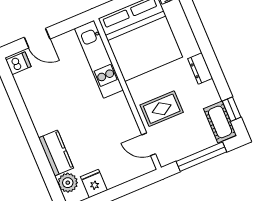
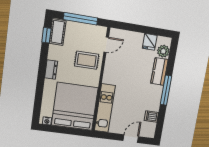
door: (37, 38) -> (131, 139), hinge flipped
dishwasher: (18, 63) -> (151, 117), moved
window: (31, 134) -> (166, 90), added
door: (149, 144) -> (106, 45), hinge flipped

